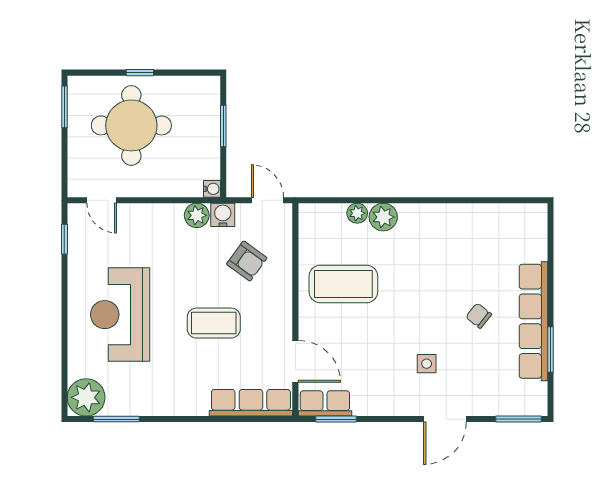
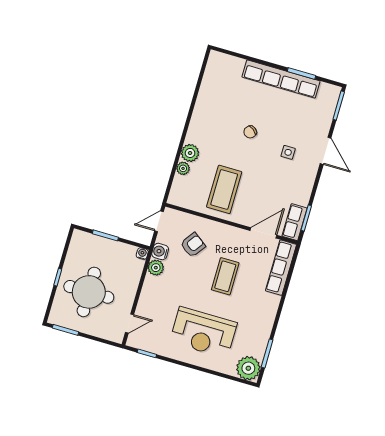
chair: (479, 316) -> (250, 132), moved

